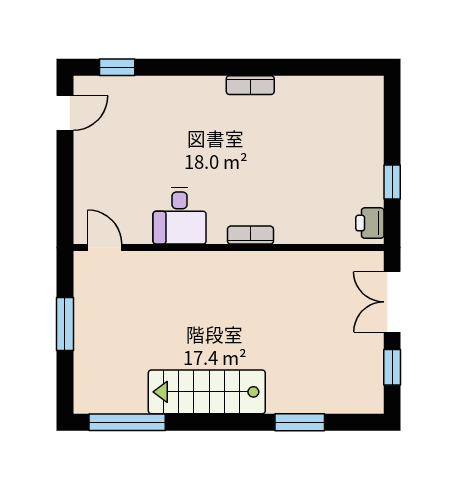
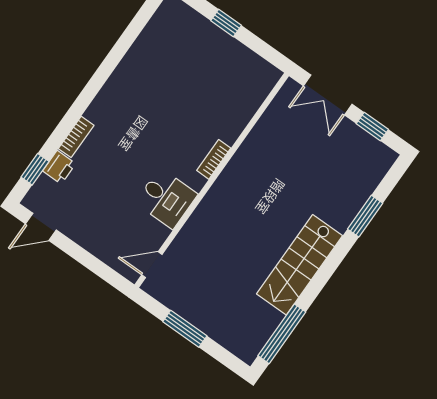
bookcase: (250, 85) -> (76, 137), moved
door: (65, 113) -> (41, 227), swing flipped
window: (392, 182) -> (226, 23), moved
printer: (370, 223) -> (59, 167), moved, turned -90

